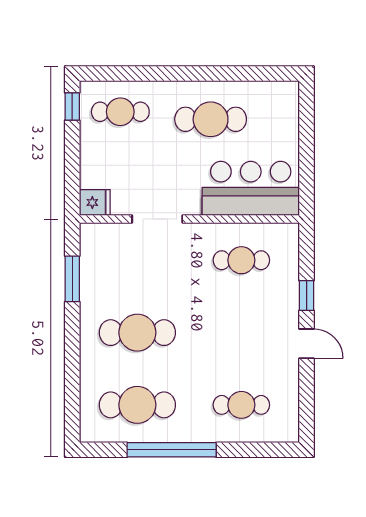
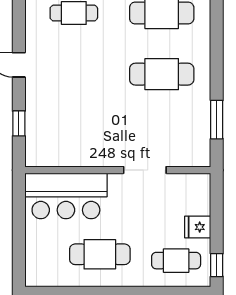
fridge: (95, 202) -> (198, 227), moved
cafe table: (241, 260) -> (74, 135), removed
window: (307, 296) -> (19, 123), moved

